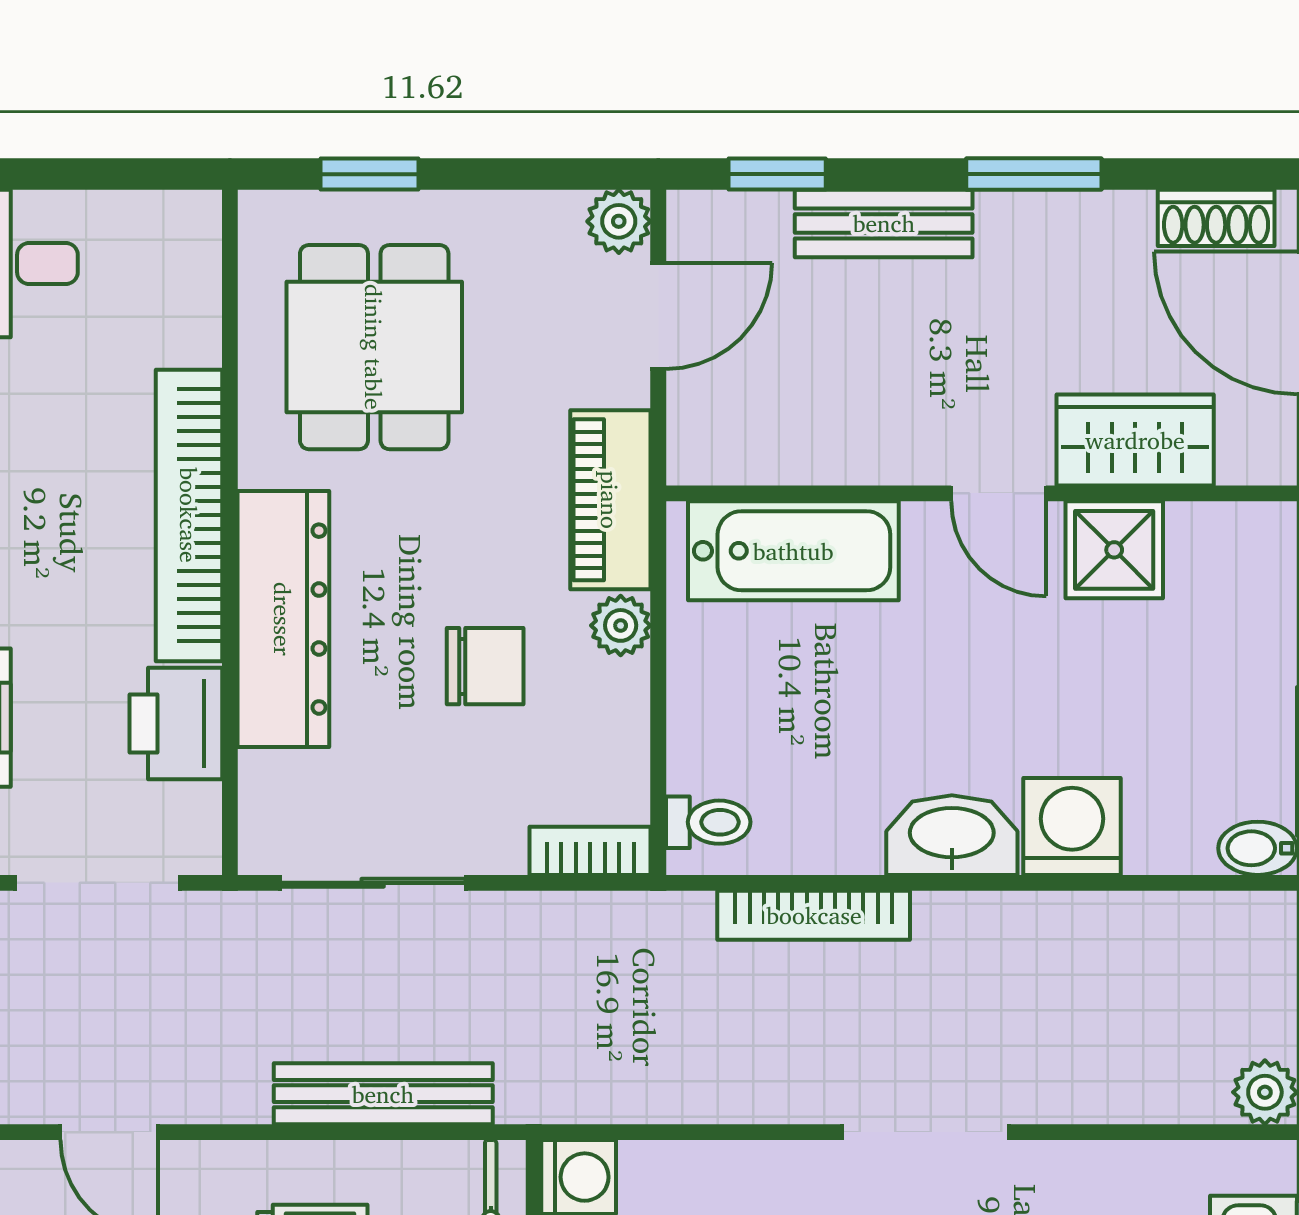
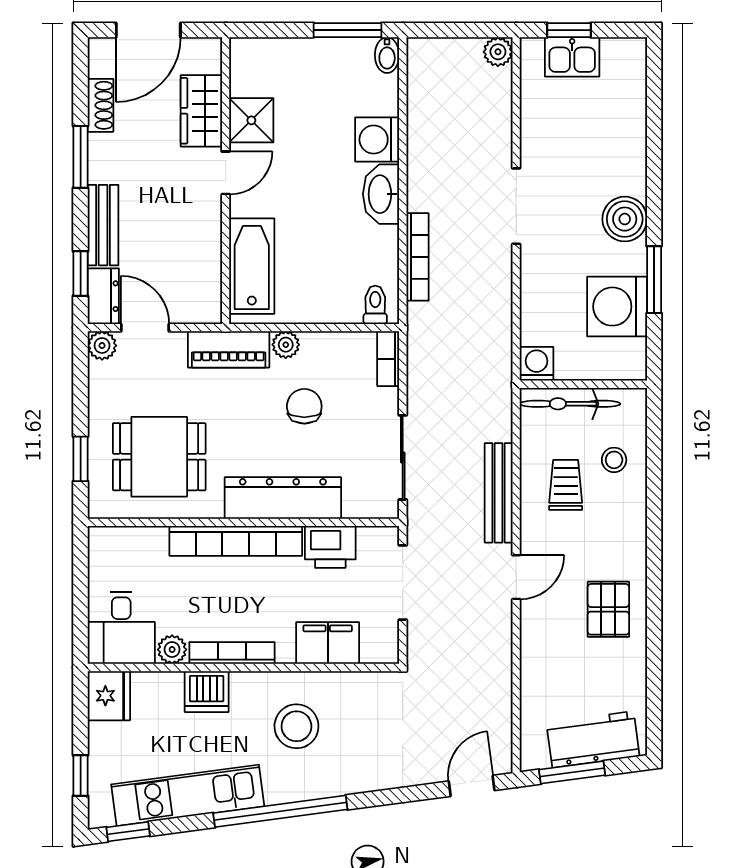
shoe rack: (1216, 218) -> (100, 105), moved
dresser: (727, 224) -> (103, 296), added
bench: (383, 1094) -> (499, 493), moved

